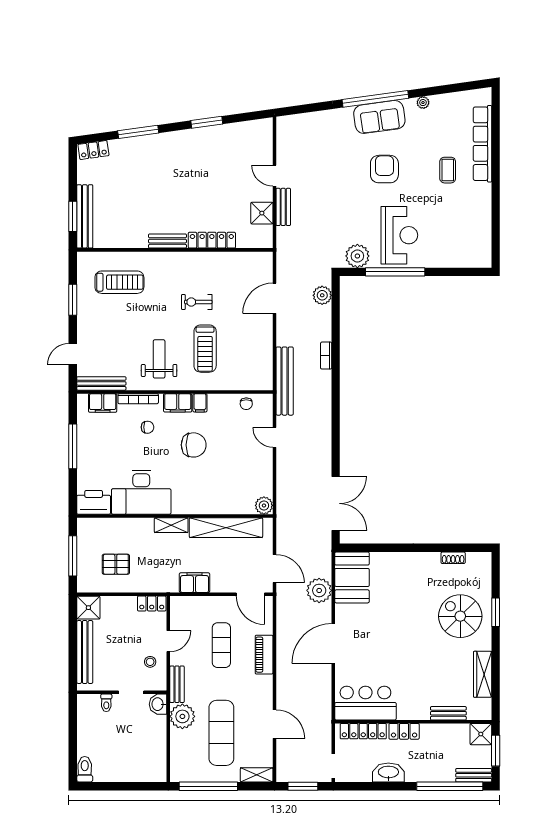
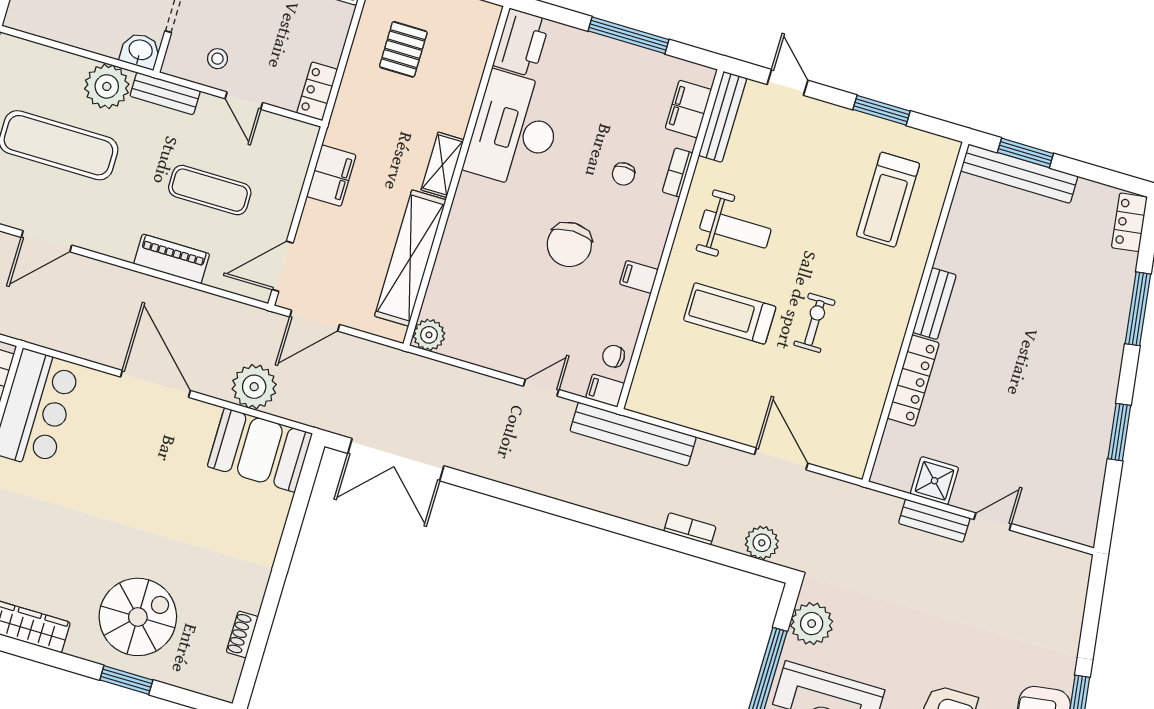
bookcase: (326, 356) -> (690, 529), moved
bookcase: (138, 399) -> (677, 172), width x0.64
filing cabinet: (178, 403) -> (605, 391), moved, width x0.50

